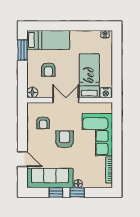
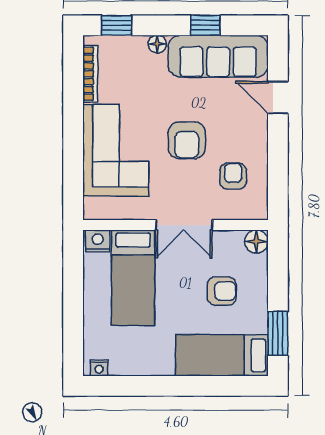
armchair: (48, 70) -> (222, 291), turned 90
window: (77, 192) -> (117, 25), moved

